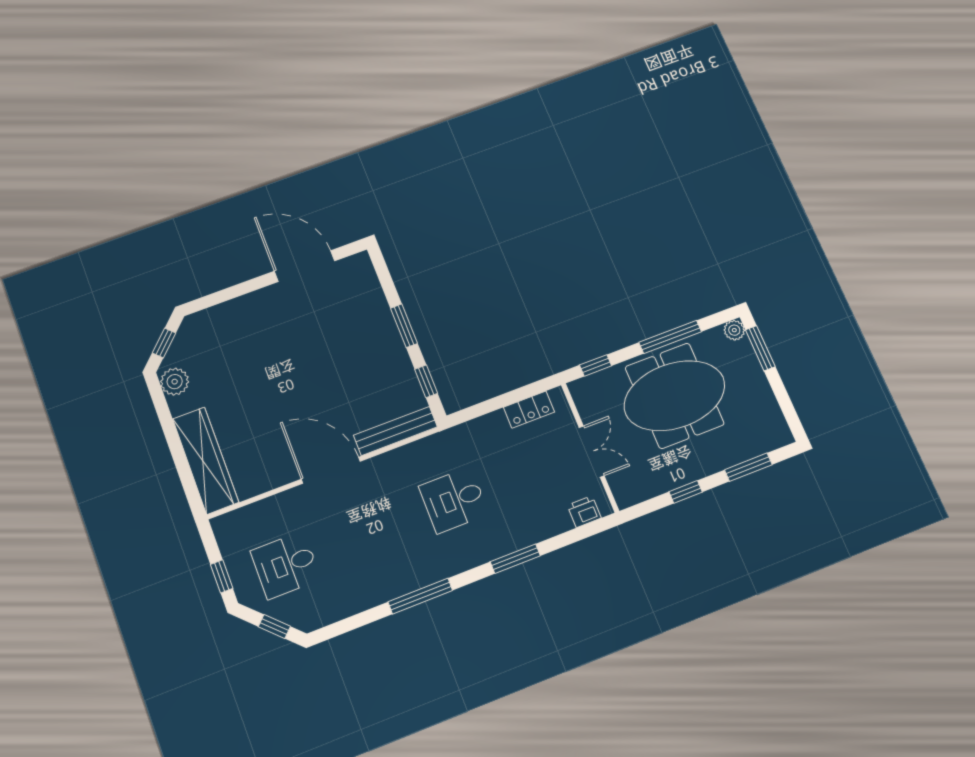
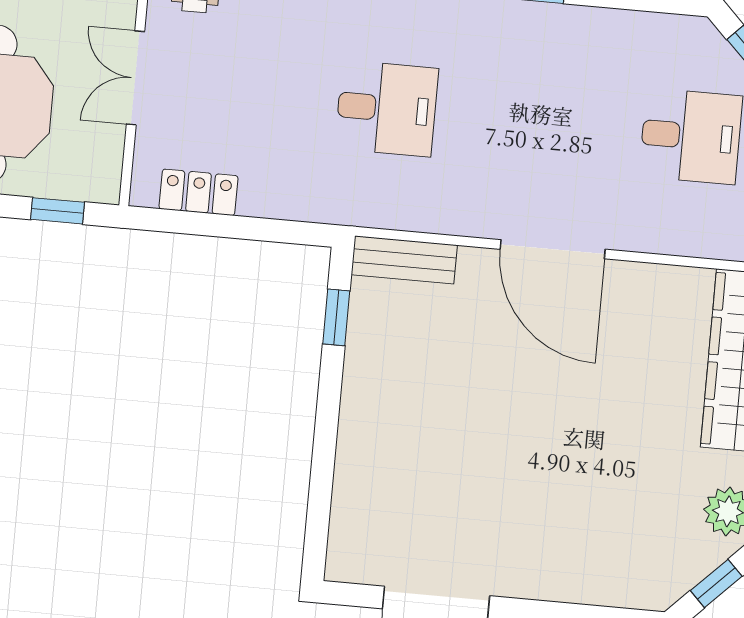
window: (404, 326) -> (326, 425), removed
bench: (396, 431) -> (404, 260), width x0.73

